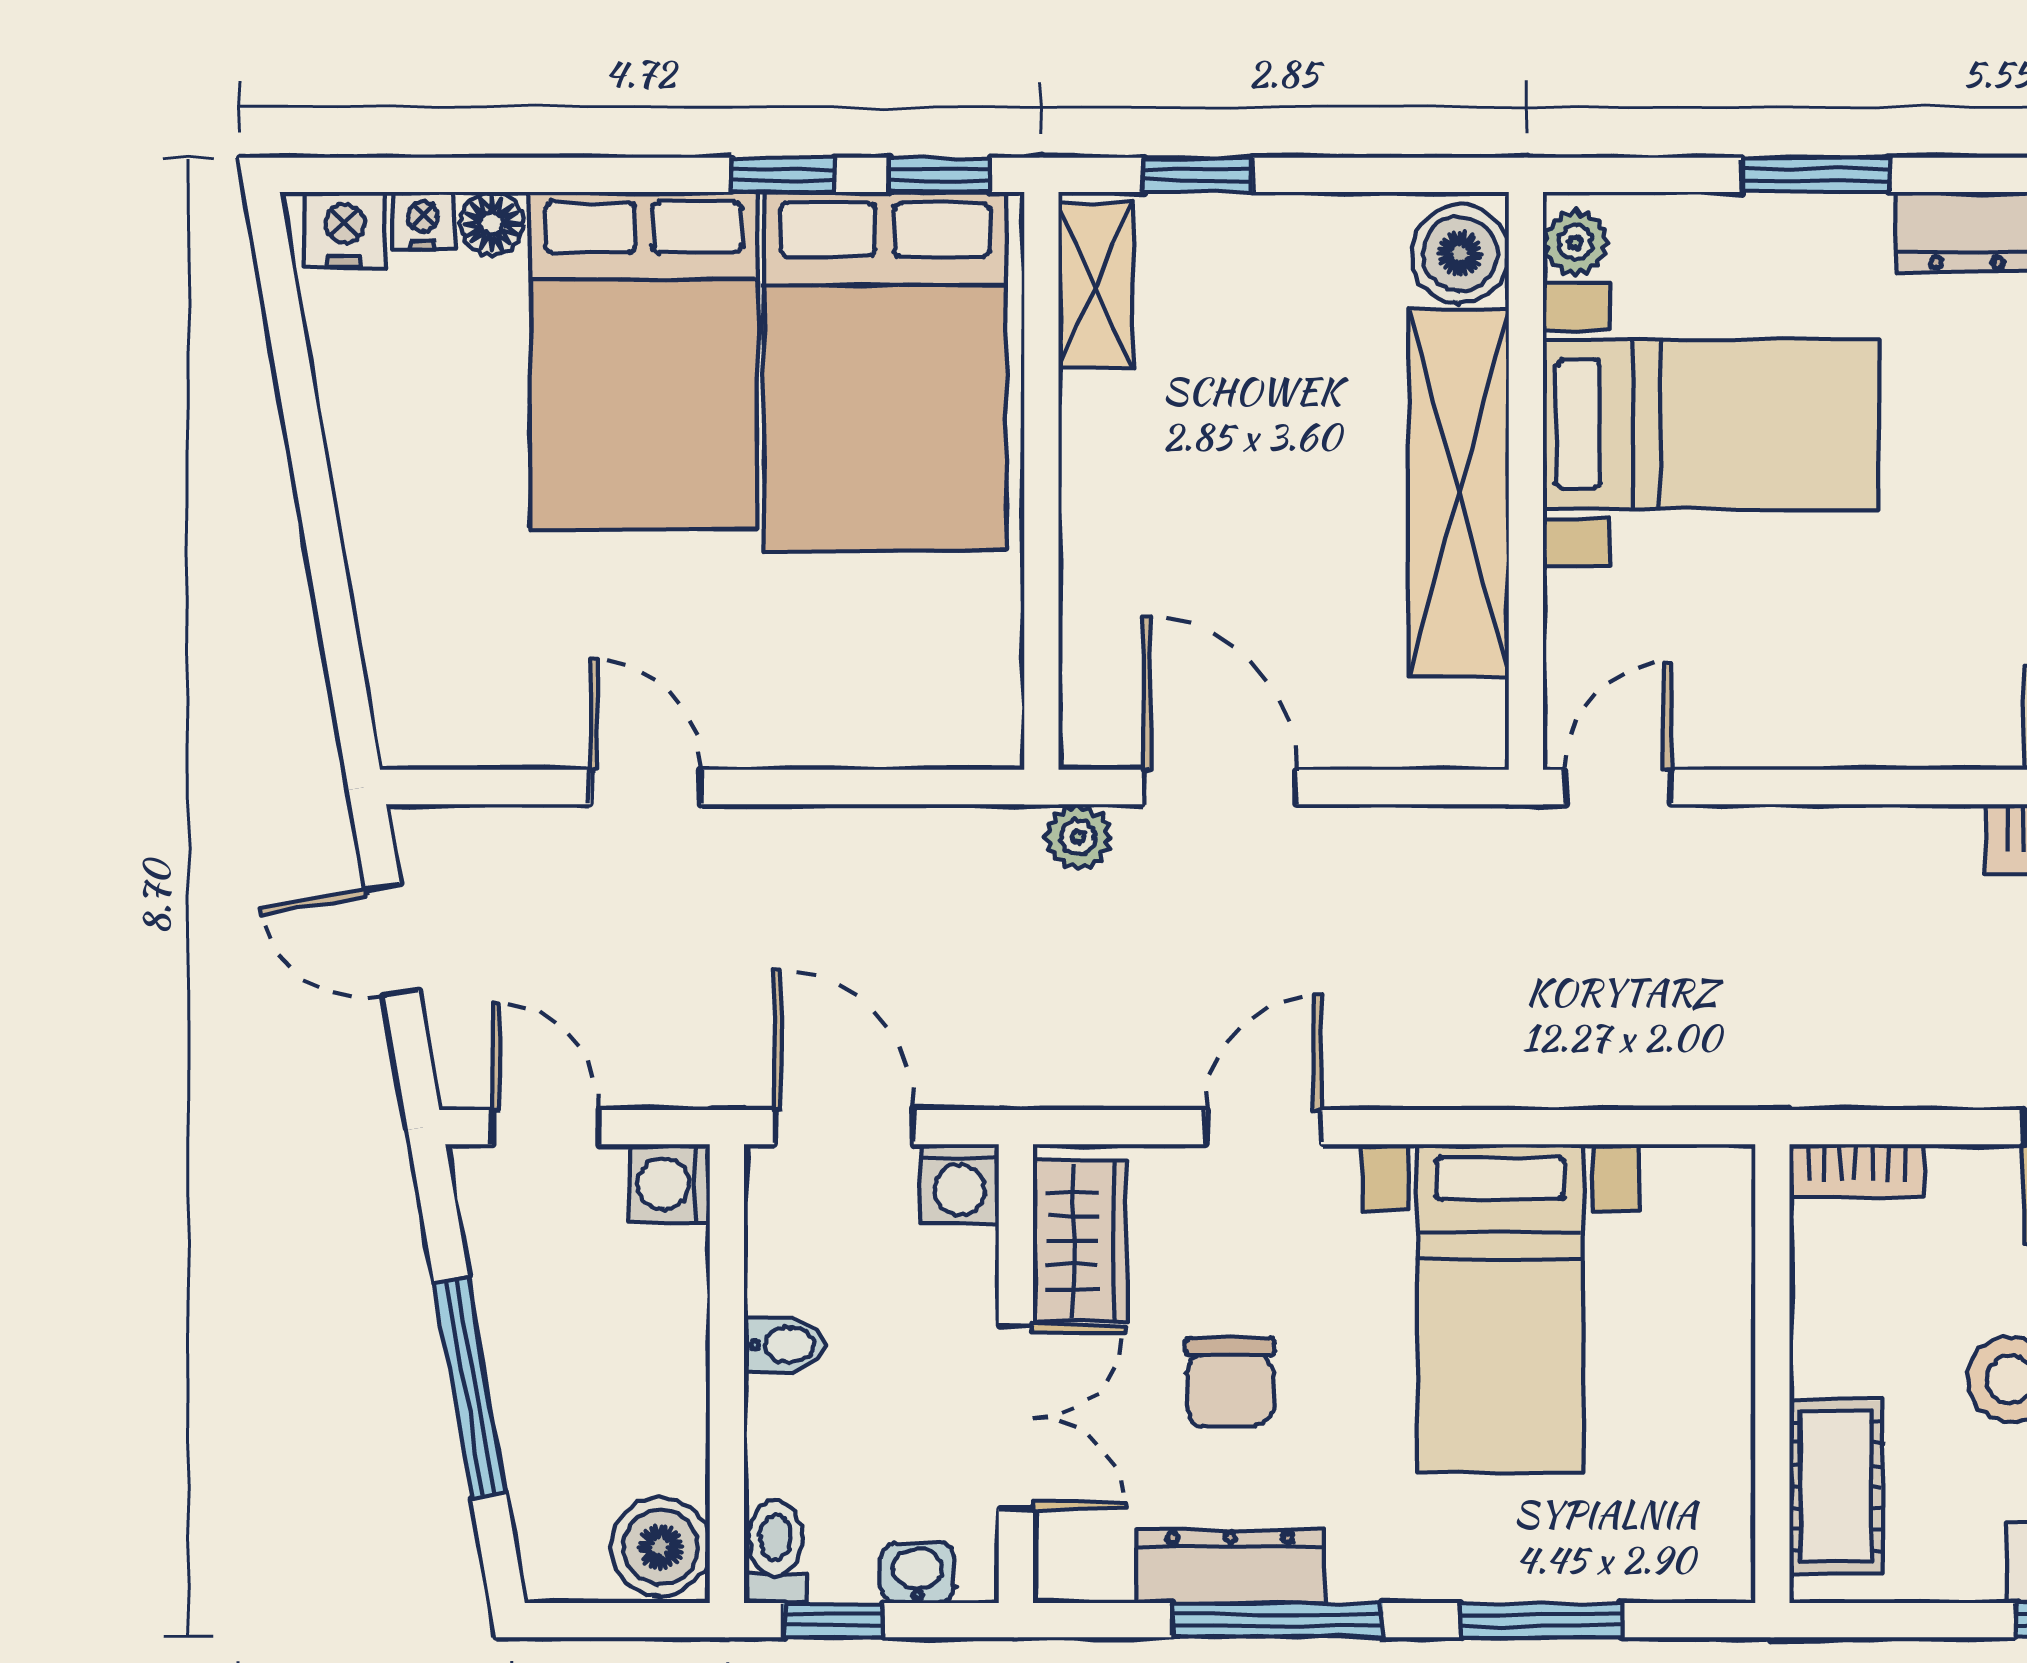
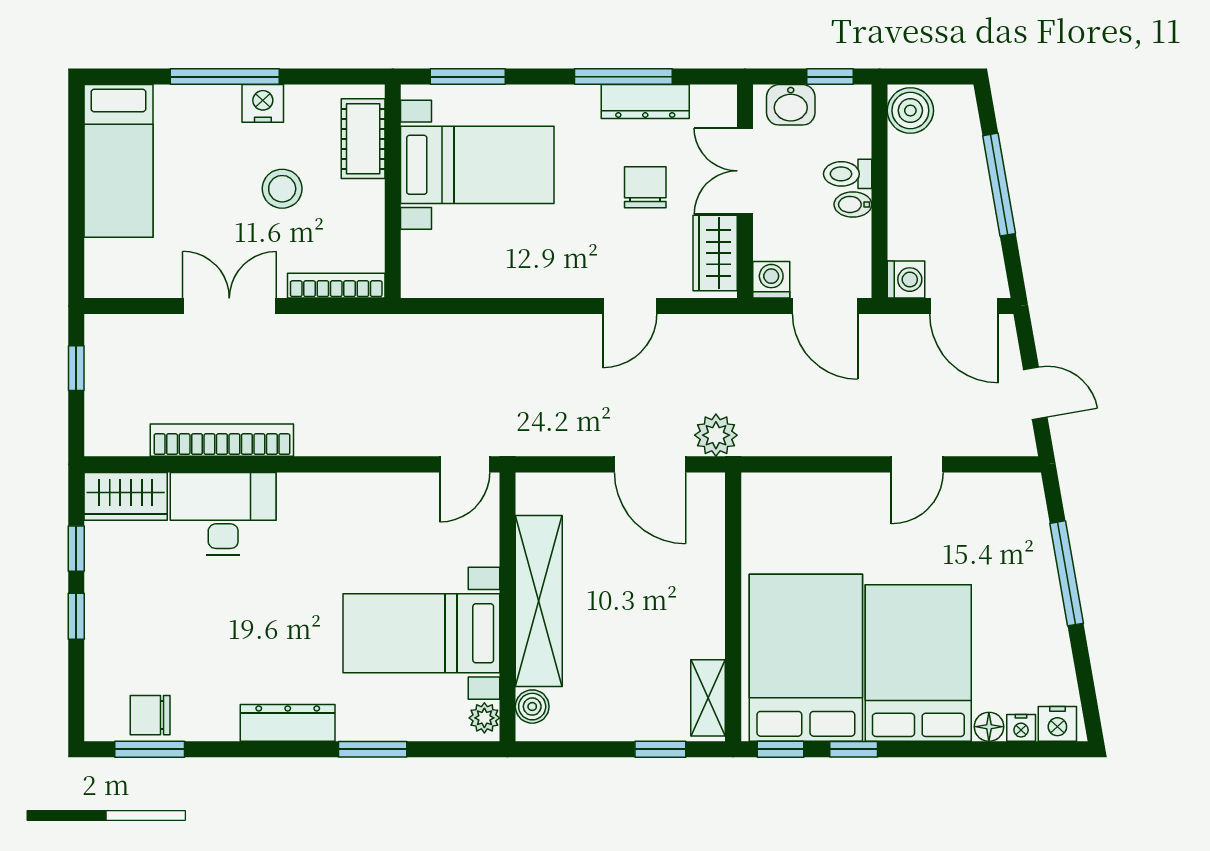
boiler: (1460, 254) -> (532, 707), width x0.73, depth x0.73
window: (325, 553) -> (1067, 573), added
door: (646, 787) -> (917, 464), hinge flipped
plant: (1078, 837) -> (716, 435), width x1.38, depth x1.38
door: (545, 1127) -> (964, 306), width x1.38
bookcase: (1856, 1171) -> (336, 286), width x1.56
bed with nightstands: (1500, 1308) -> (477, 165), moved, turned 90
toilet: (775, 1552) -> (848, 174), moved, turned 90
washbasin: (918, 1573) -> (791, 105), width x1.38, depth x1.45
window: (1541, 1620) -> (468, 77), moved

